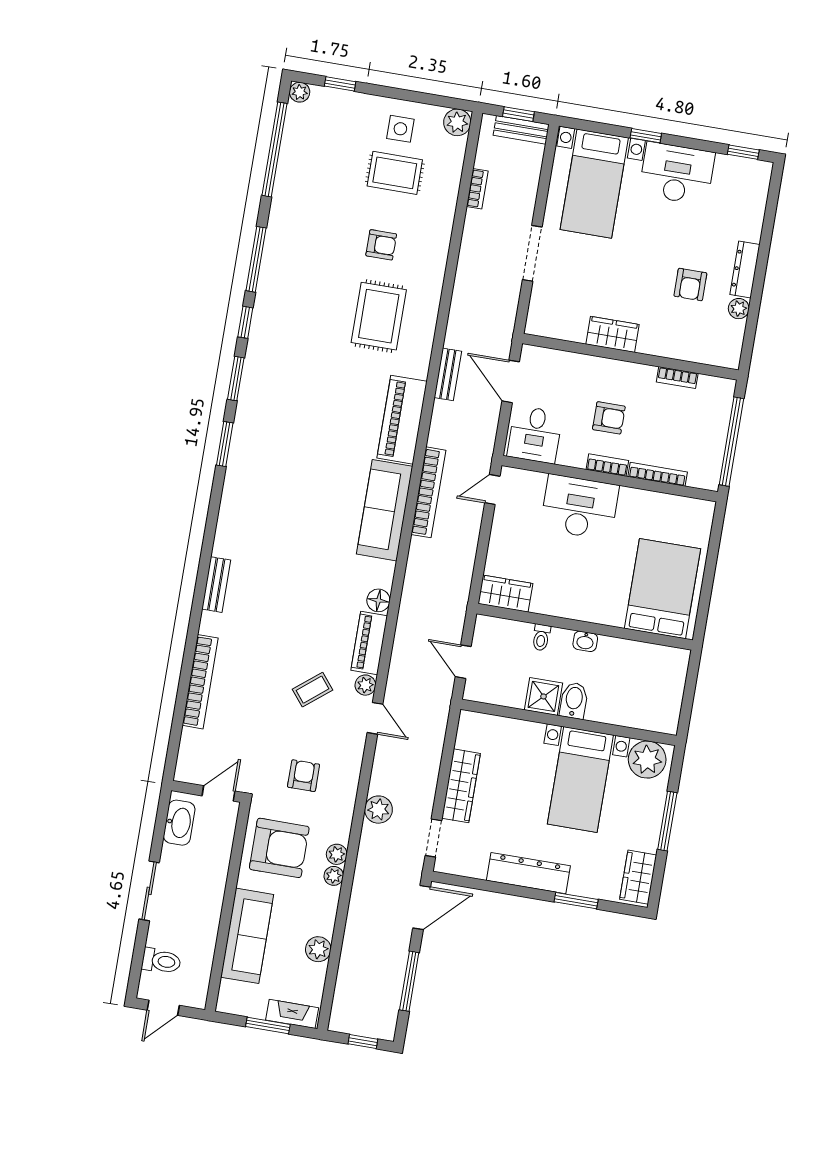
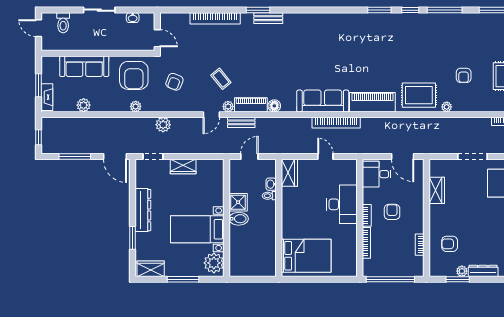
armchair: (690, 285) -> (450, 244), moved
rug: (379, 316) -> (419, 95), moved
window: (752, 319) -> (458, 279), added
wardrobe: (613, 334) -> (437, 190), moved
bench: (448, 374) -> (241, 122), moved
door: (511, 381) -> (403, 156), swing flipped
armchair: (609, 418) -> (392, 212), turned 180
window: (225, 444) -> (258, 10), moved
door: (492, 490) -> (325, 156), moved
washbasin: (585, 641) -> (271, 184), moved
armchair: (304, 776) -> (174, 82), turned 112
wardrobe: (461, 786) -> (183, 166), width x0.67
washbasin: (179, 823) -> (133, 18), width x0.52, depth x0.69
plant: (334, 876) -> (447, 107), moved

